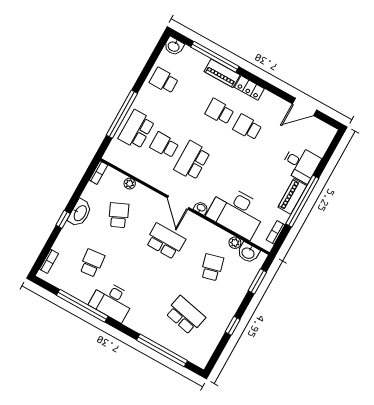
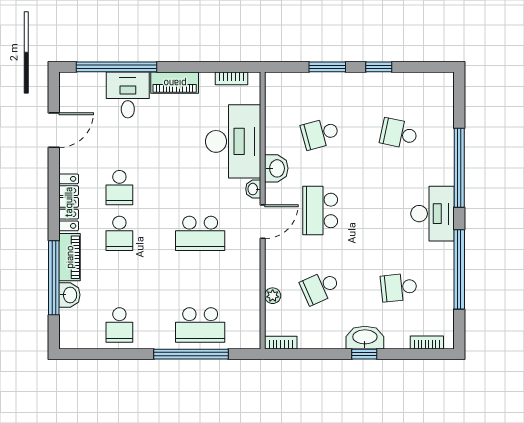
washbasin: (174, 46) -> (69, 295), moved
locker: (249, 88) -> (69, 202), width x1.53
door: (304, 107) -> (54, 130), hinge flipped
school desk: (164, 145) -> (200, 279), removed
window: (302, 201) -> (117, 67), moved
washbasin: (80, 213) -> (365, 338), moved
plant: (235, 243) -> (273, 122), removed
washbasin: (248, 253) -> (276, 168), moved
window: (257, 281) -> (327, 67), moved
desk: (112, 301) -> (433, 214), moved
school desk: (185, 315) -> (399, 134), width x0.54
window: (162, 350) -> (459, 168), moved

